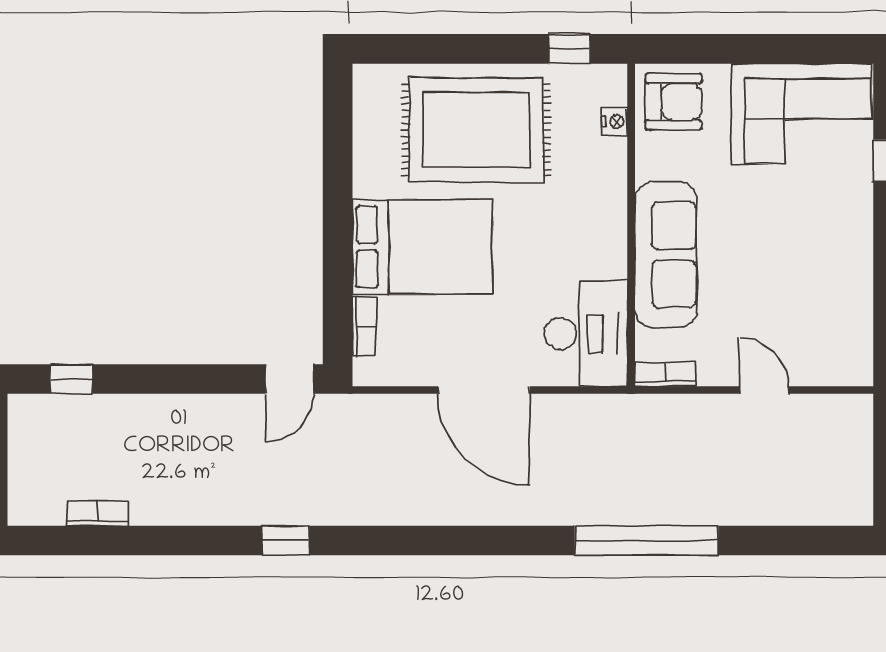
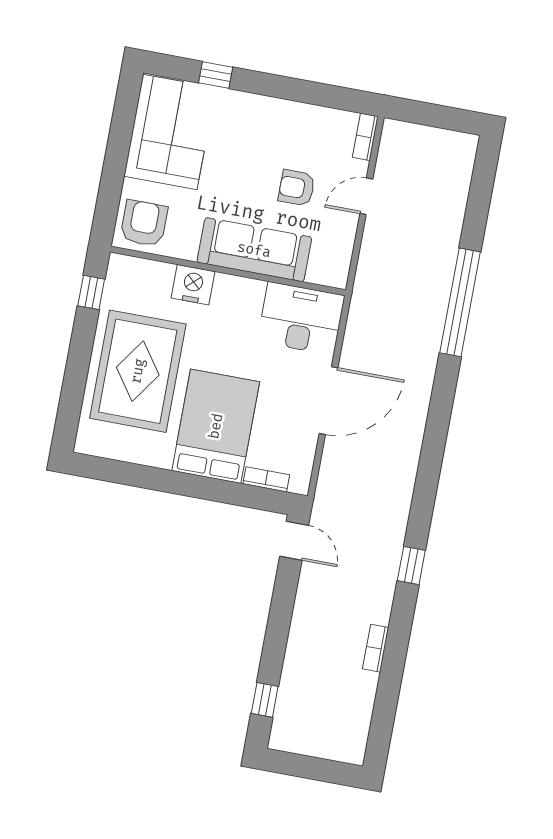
nightstand: (615, 122) -> (193, 285), moved, width x1.89, depth x1.79
armchair: (758, 296) -> (297, 188), added
bookcase: (665, 374) -> (365, 137), moved
bookcase: (98, 513) -> (376, 648), moved

